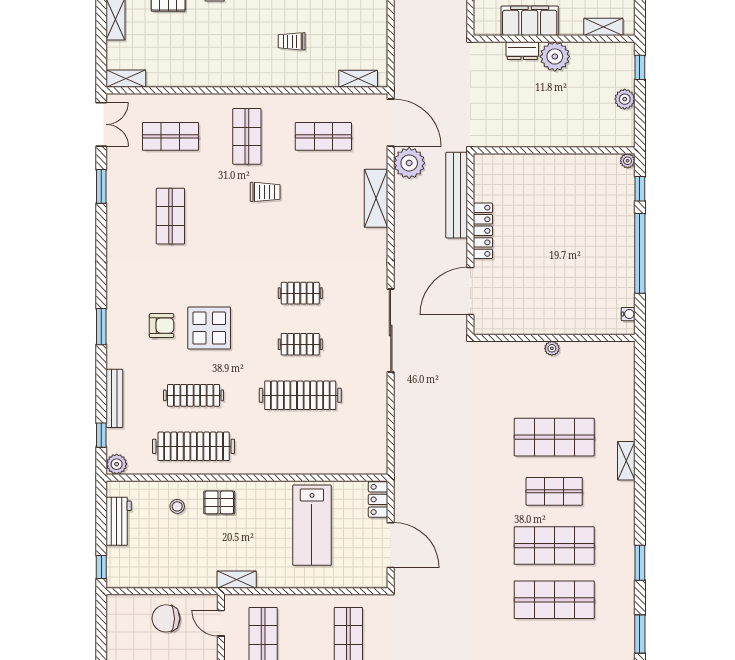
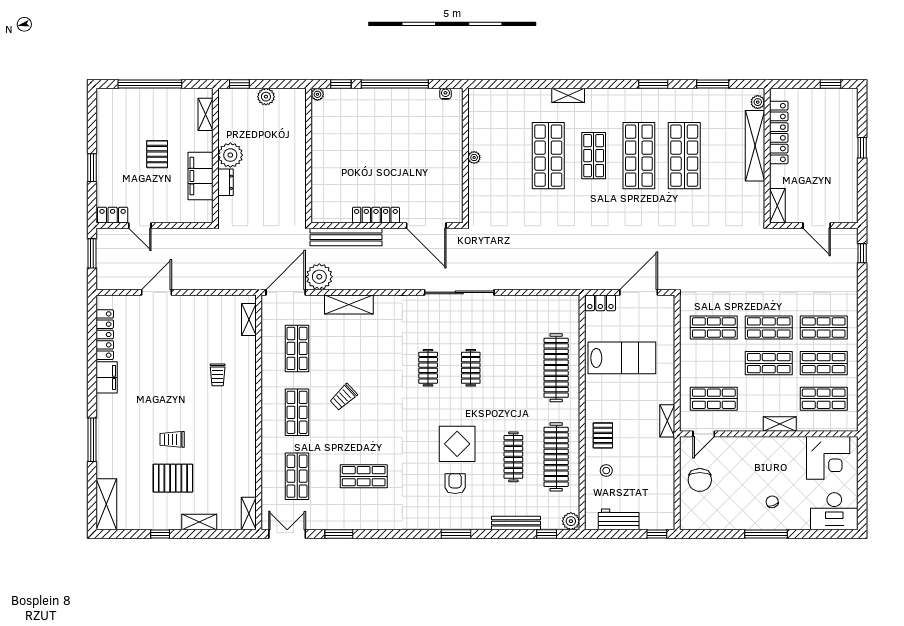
shop shelf: (247, 136) -> (297, 412), turned 90
trolley: (265, 192) -> (343, 397), turned -133
clothes rail: (300, 395) -> (556, 368), moved

